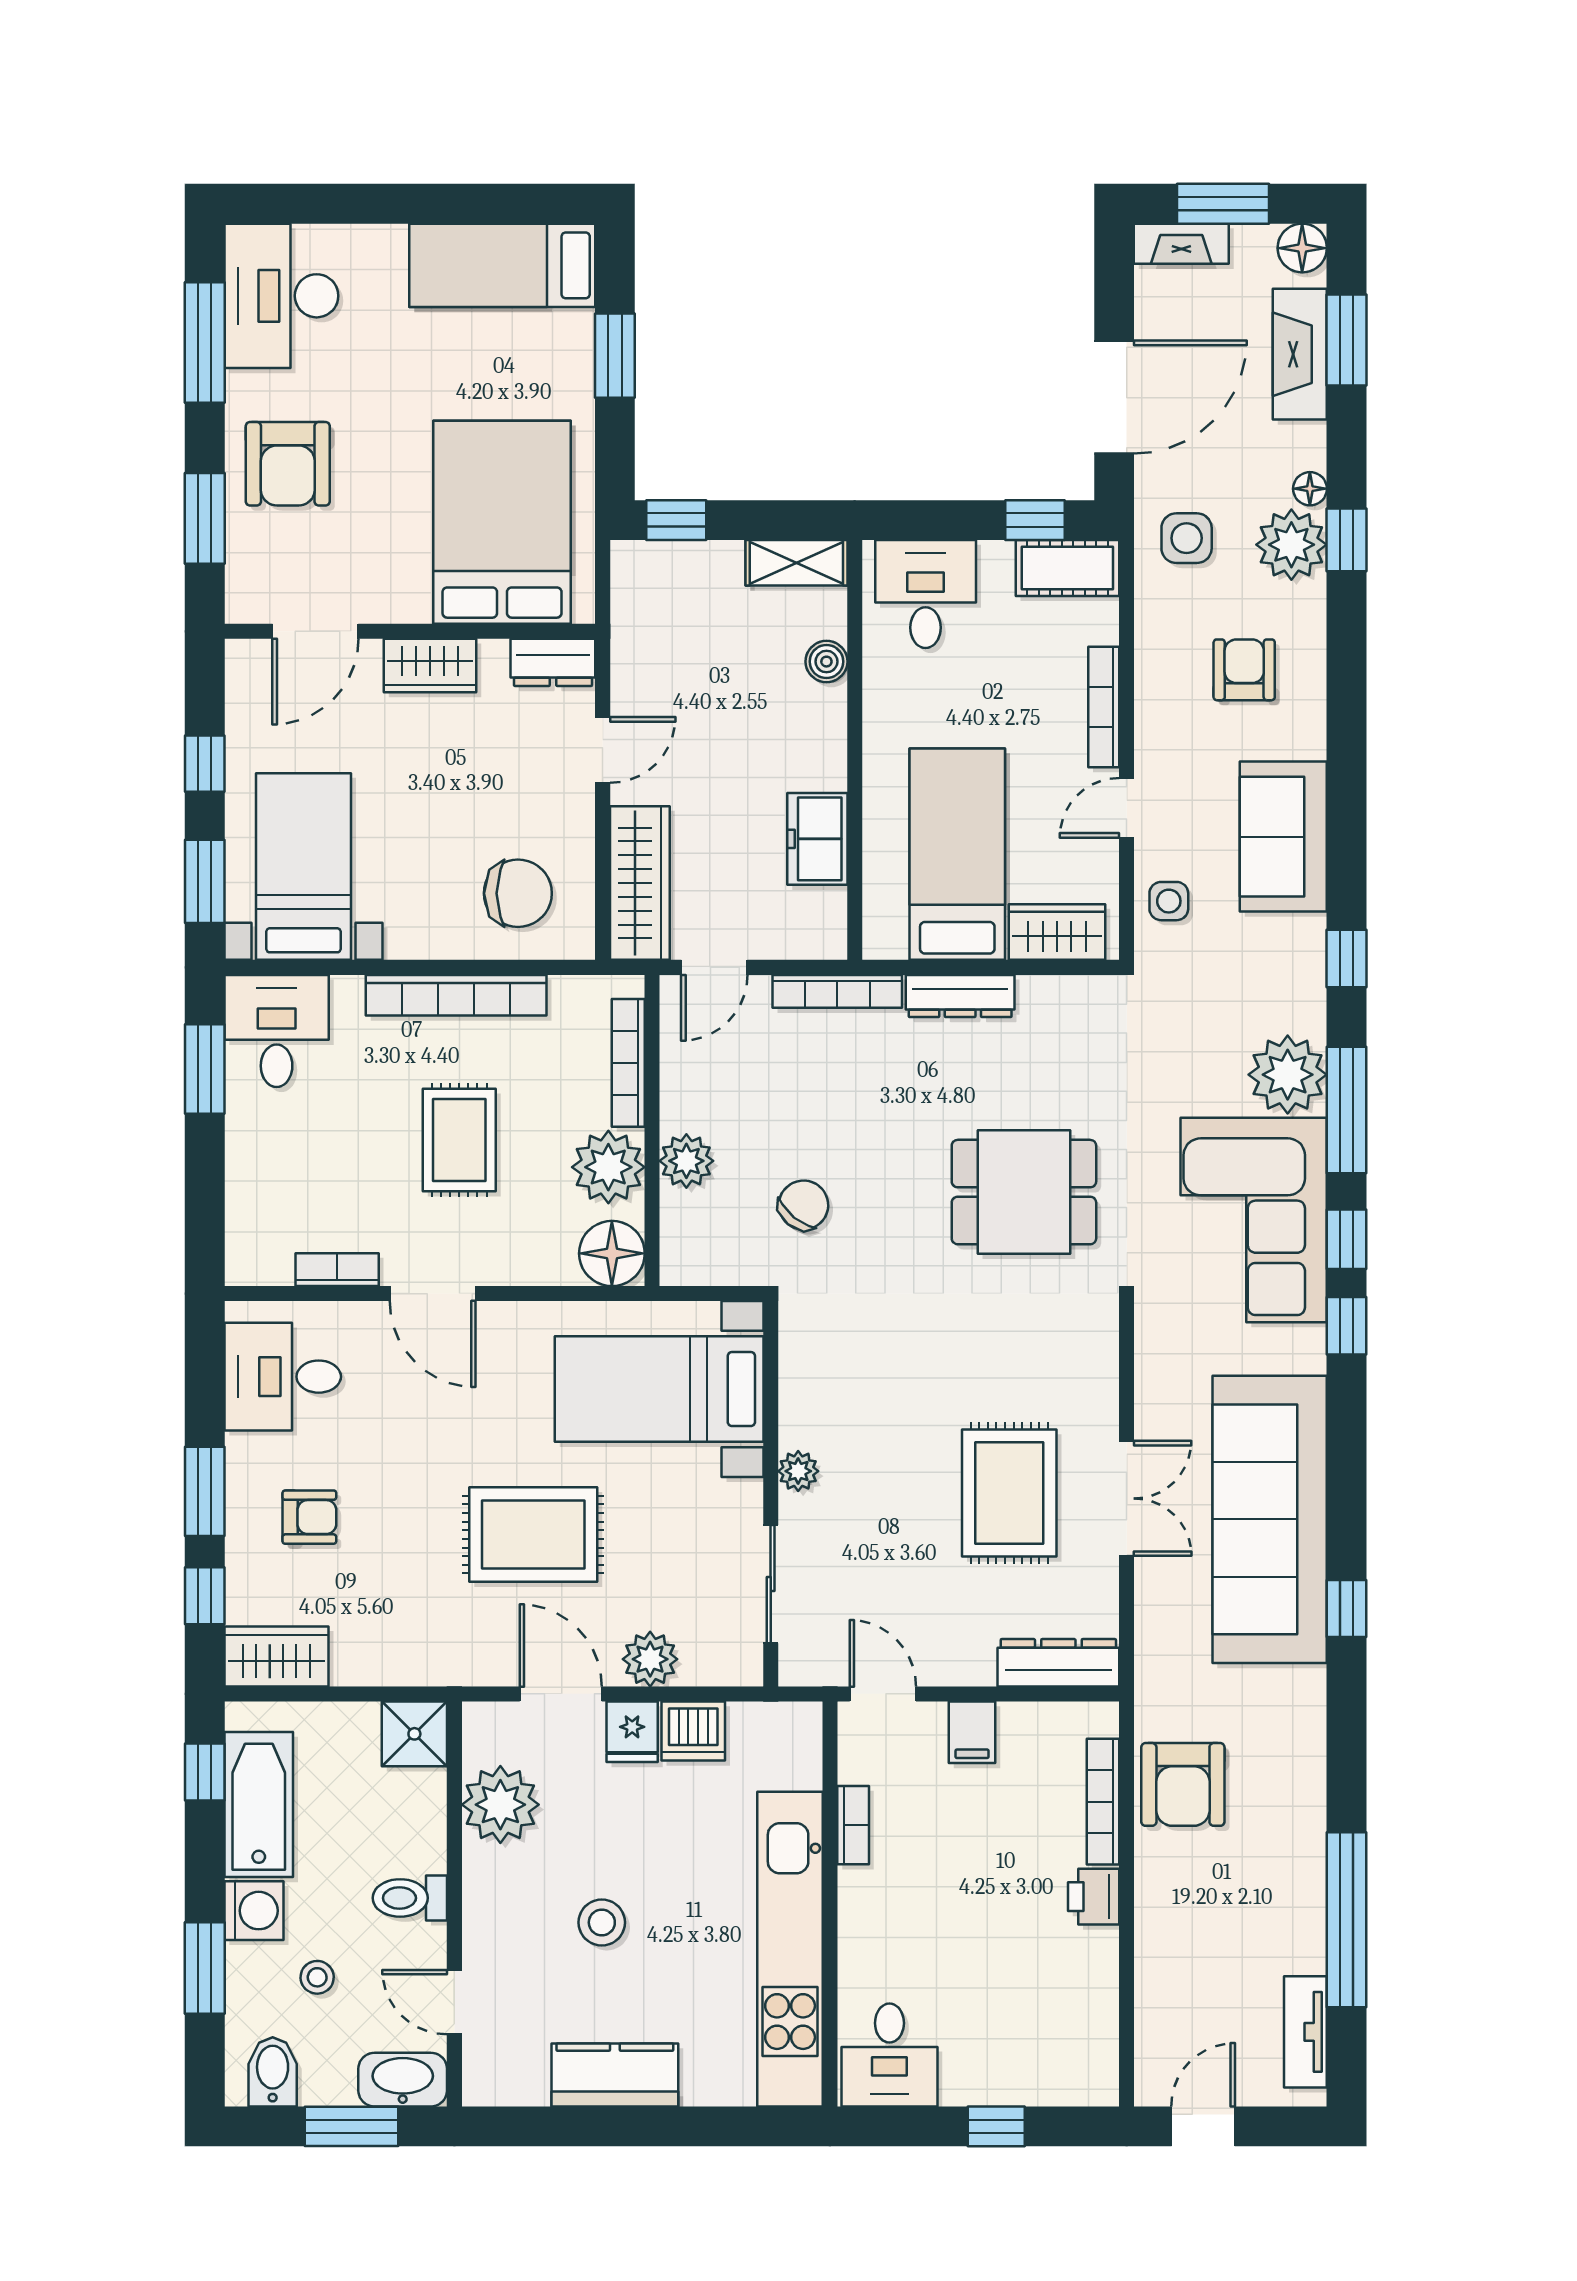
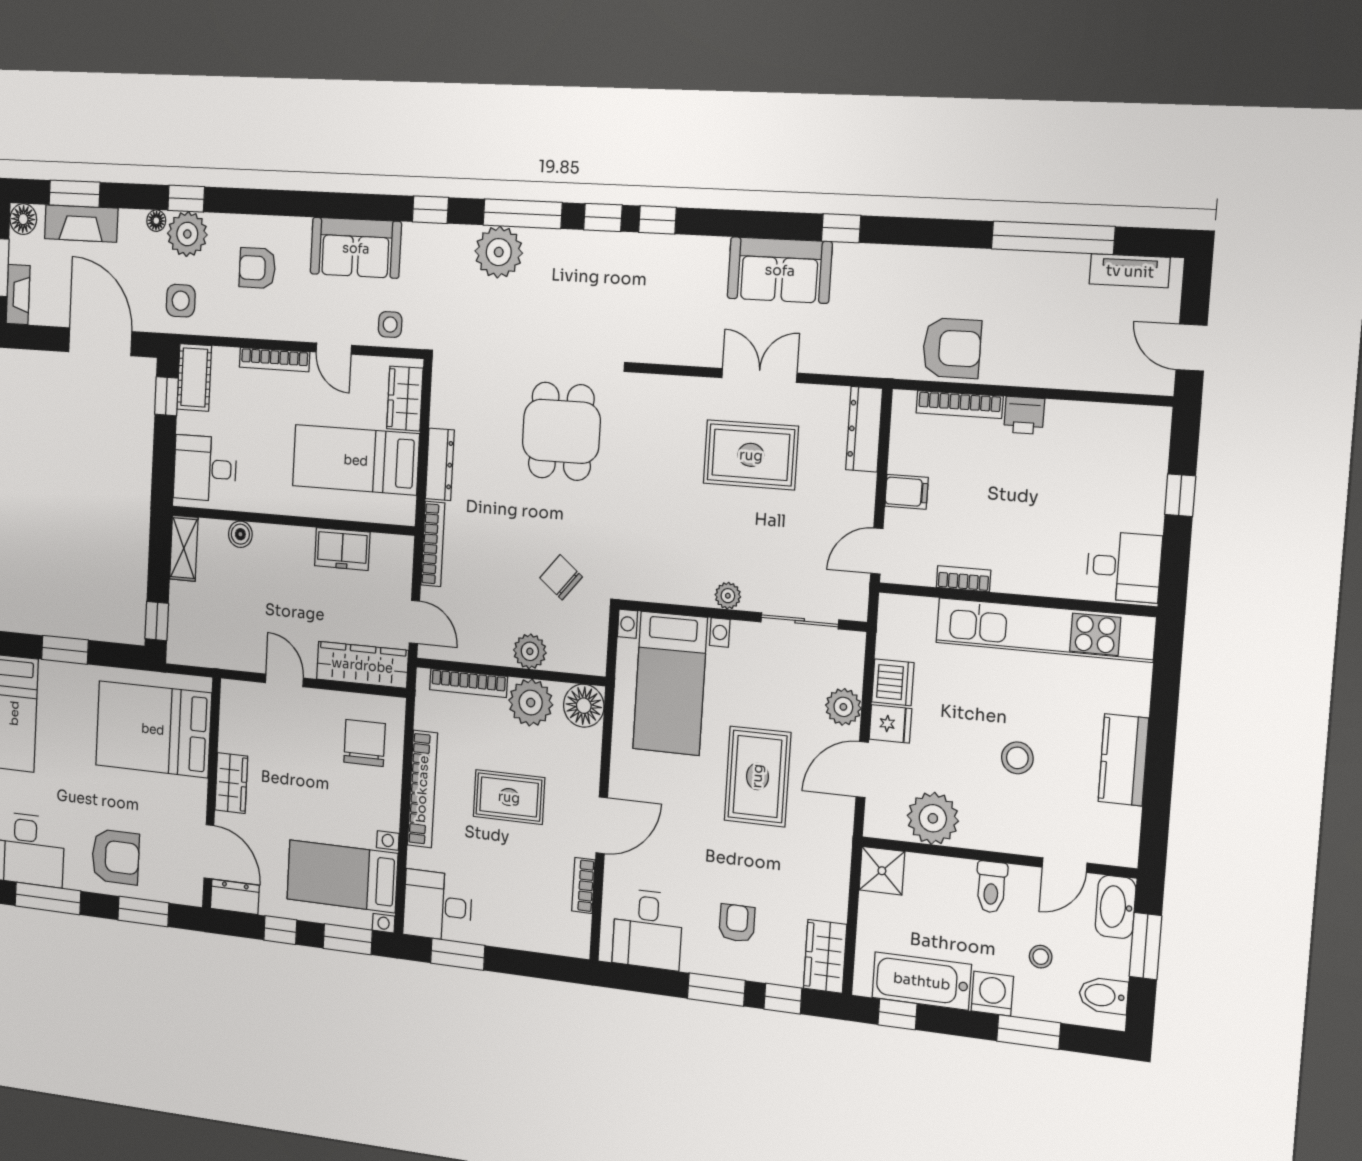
dresser: (553, 662) -> (235, 897), moved, turned -90
corner sofa: (1254, 1220) -> (587, 279), removed
sofa: (1270, 1519) -> (780, 270), width x0.54, depth x0.79

